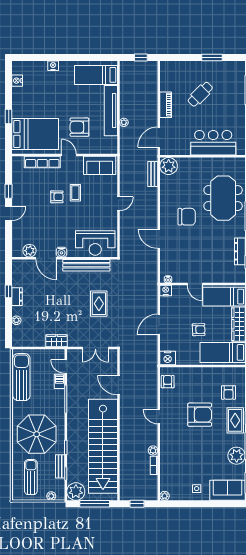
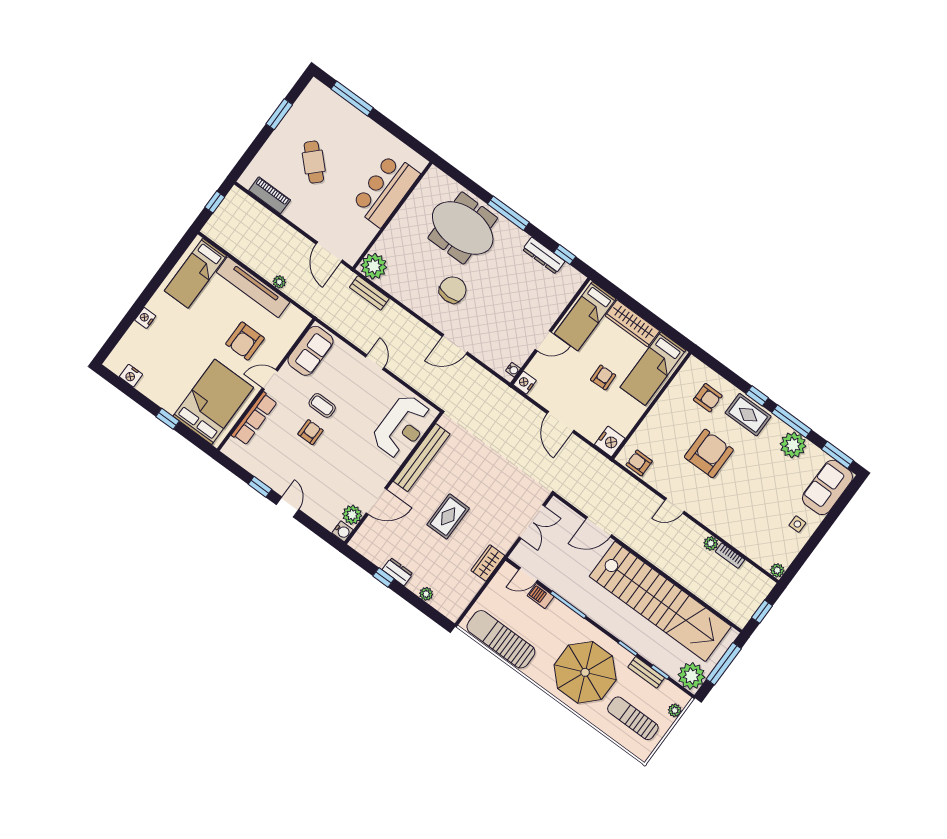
piano: (166, 105) -> (270, 195), moved
water cooler: (62, 252) -> (343, 531), moved
rug: (99, 304) -> (448, 516), moved, turned 90

